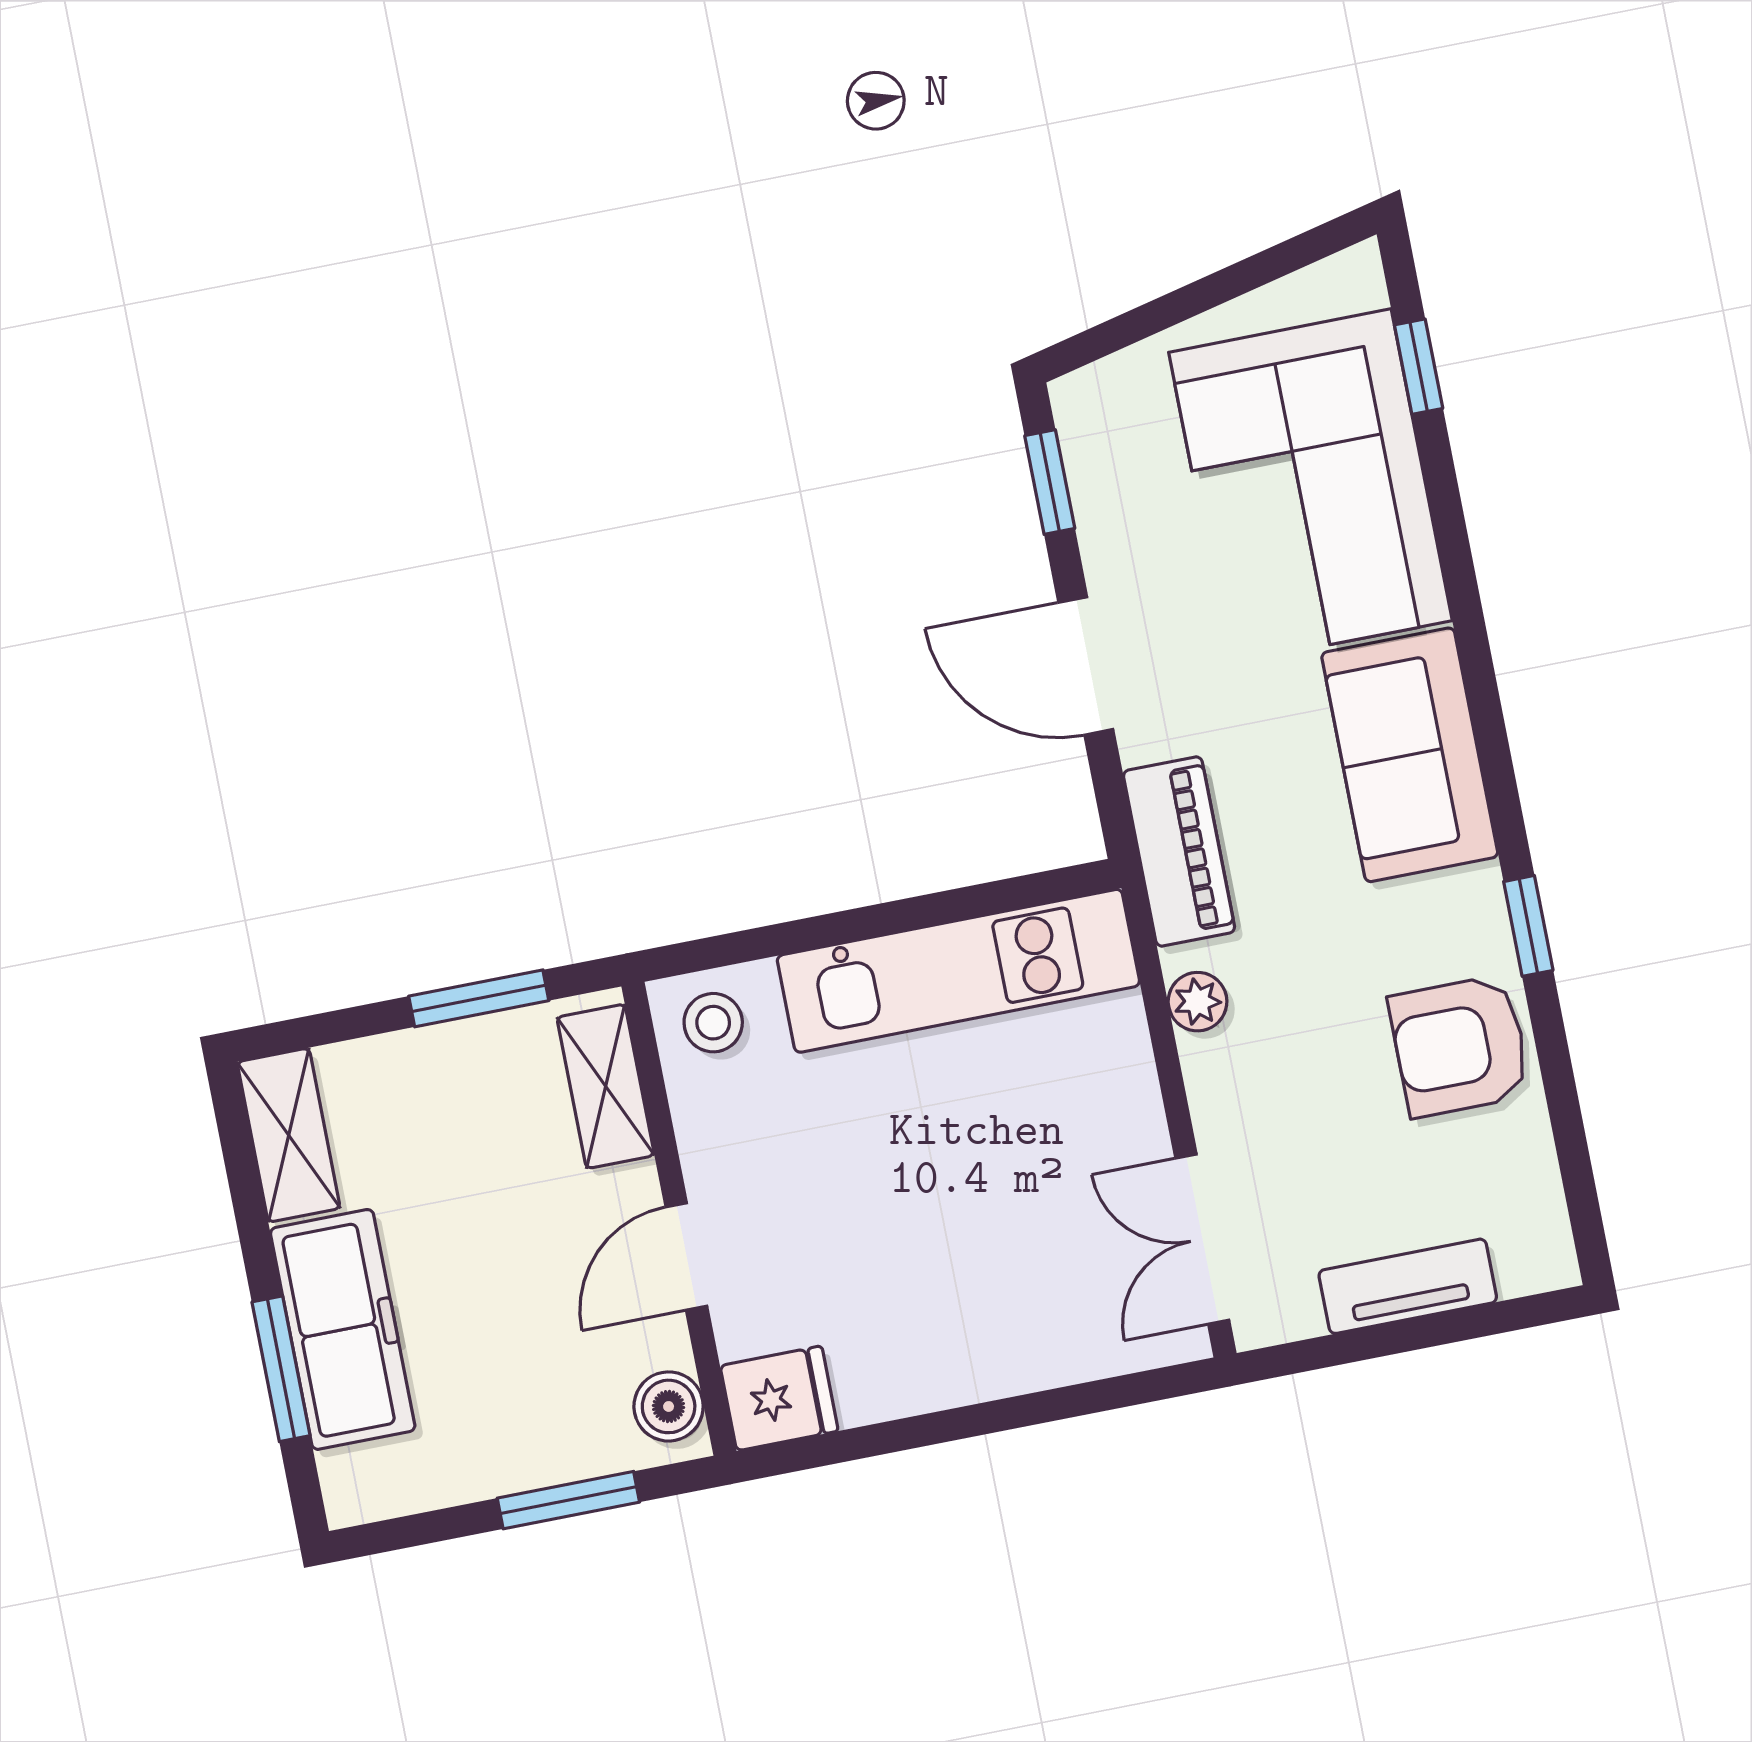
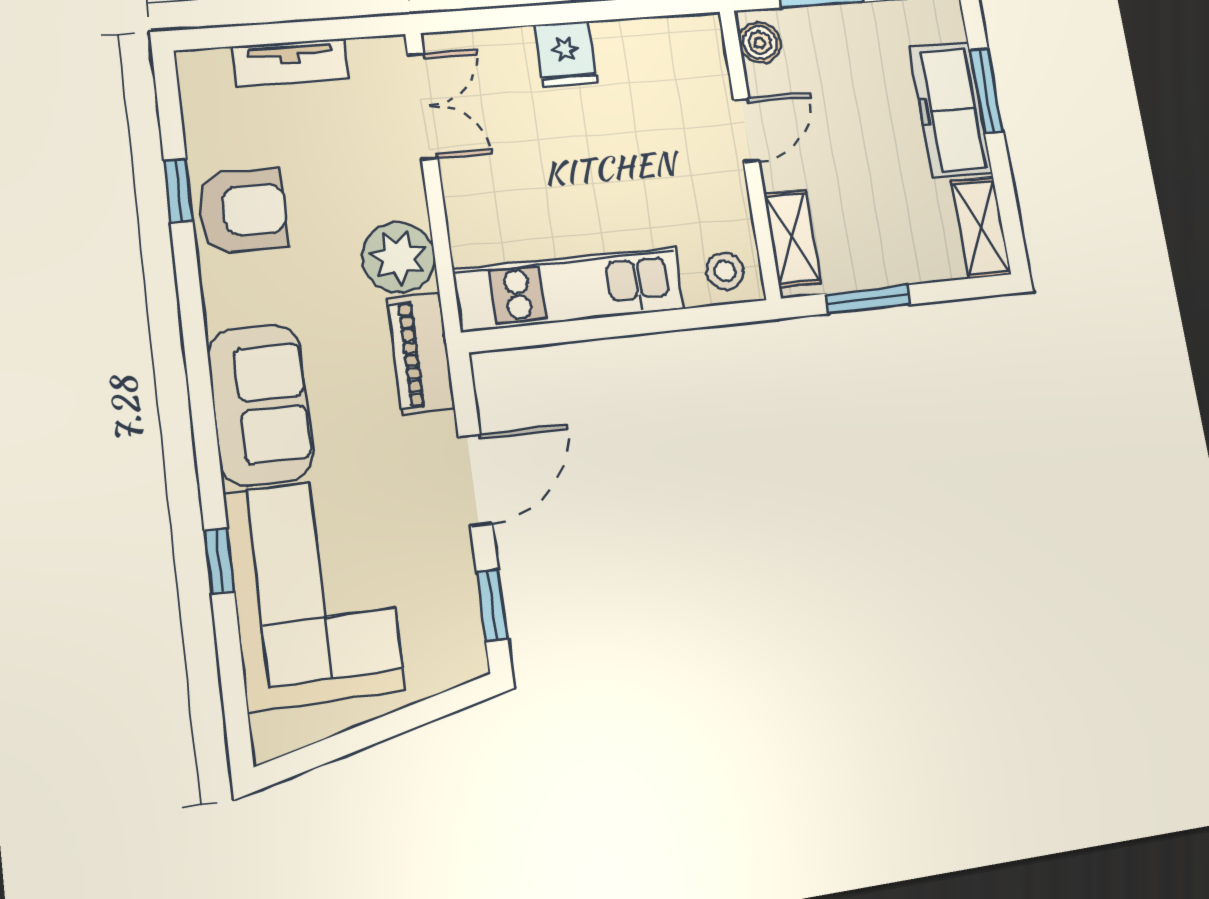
window: (1419, 367) -> (219, 561), moved
door: (1086, 666) -> (475, 480), hinge flipped
window: (1528, 926) -> (178, 191), moved
plant: (1198, 1002) -> (399, 257), width x1.87, depth x1.87
fridge: (779, 1398) -> (566, 54), moved, turned -90

